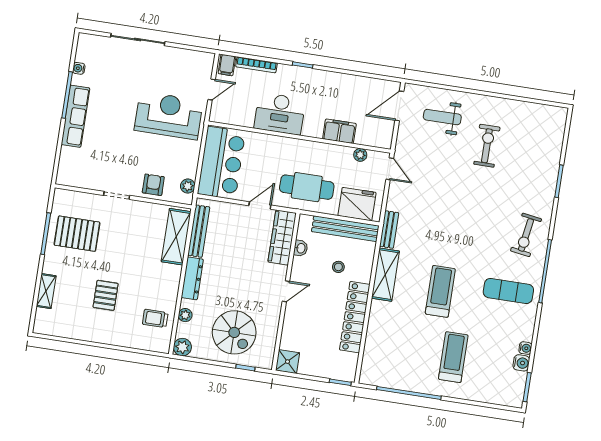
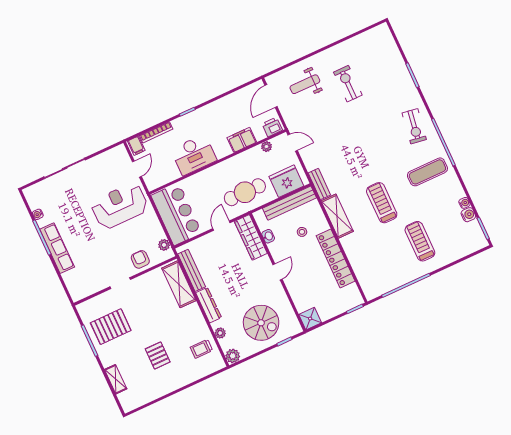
printer: (380, 139) -> (272, 127), added

